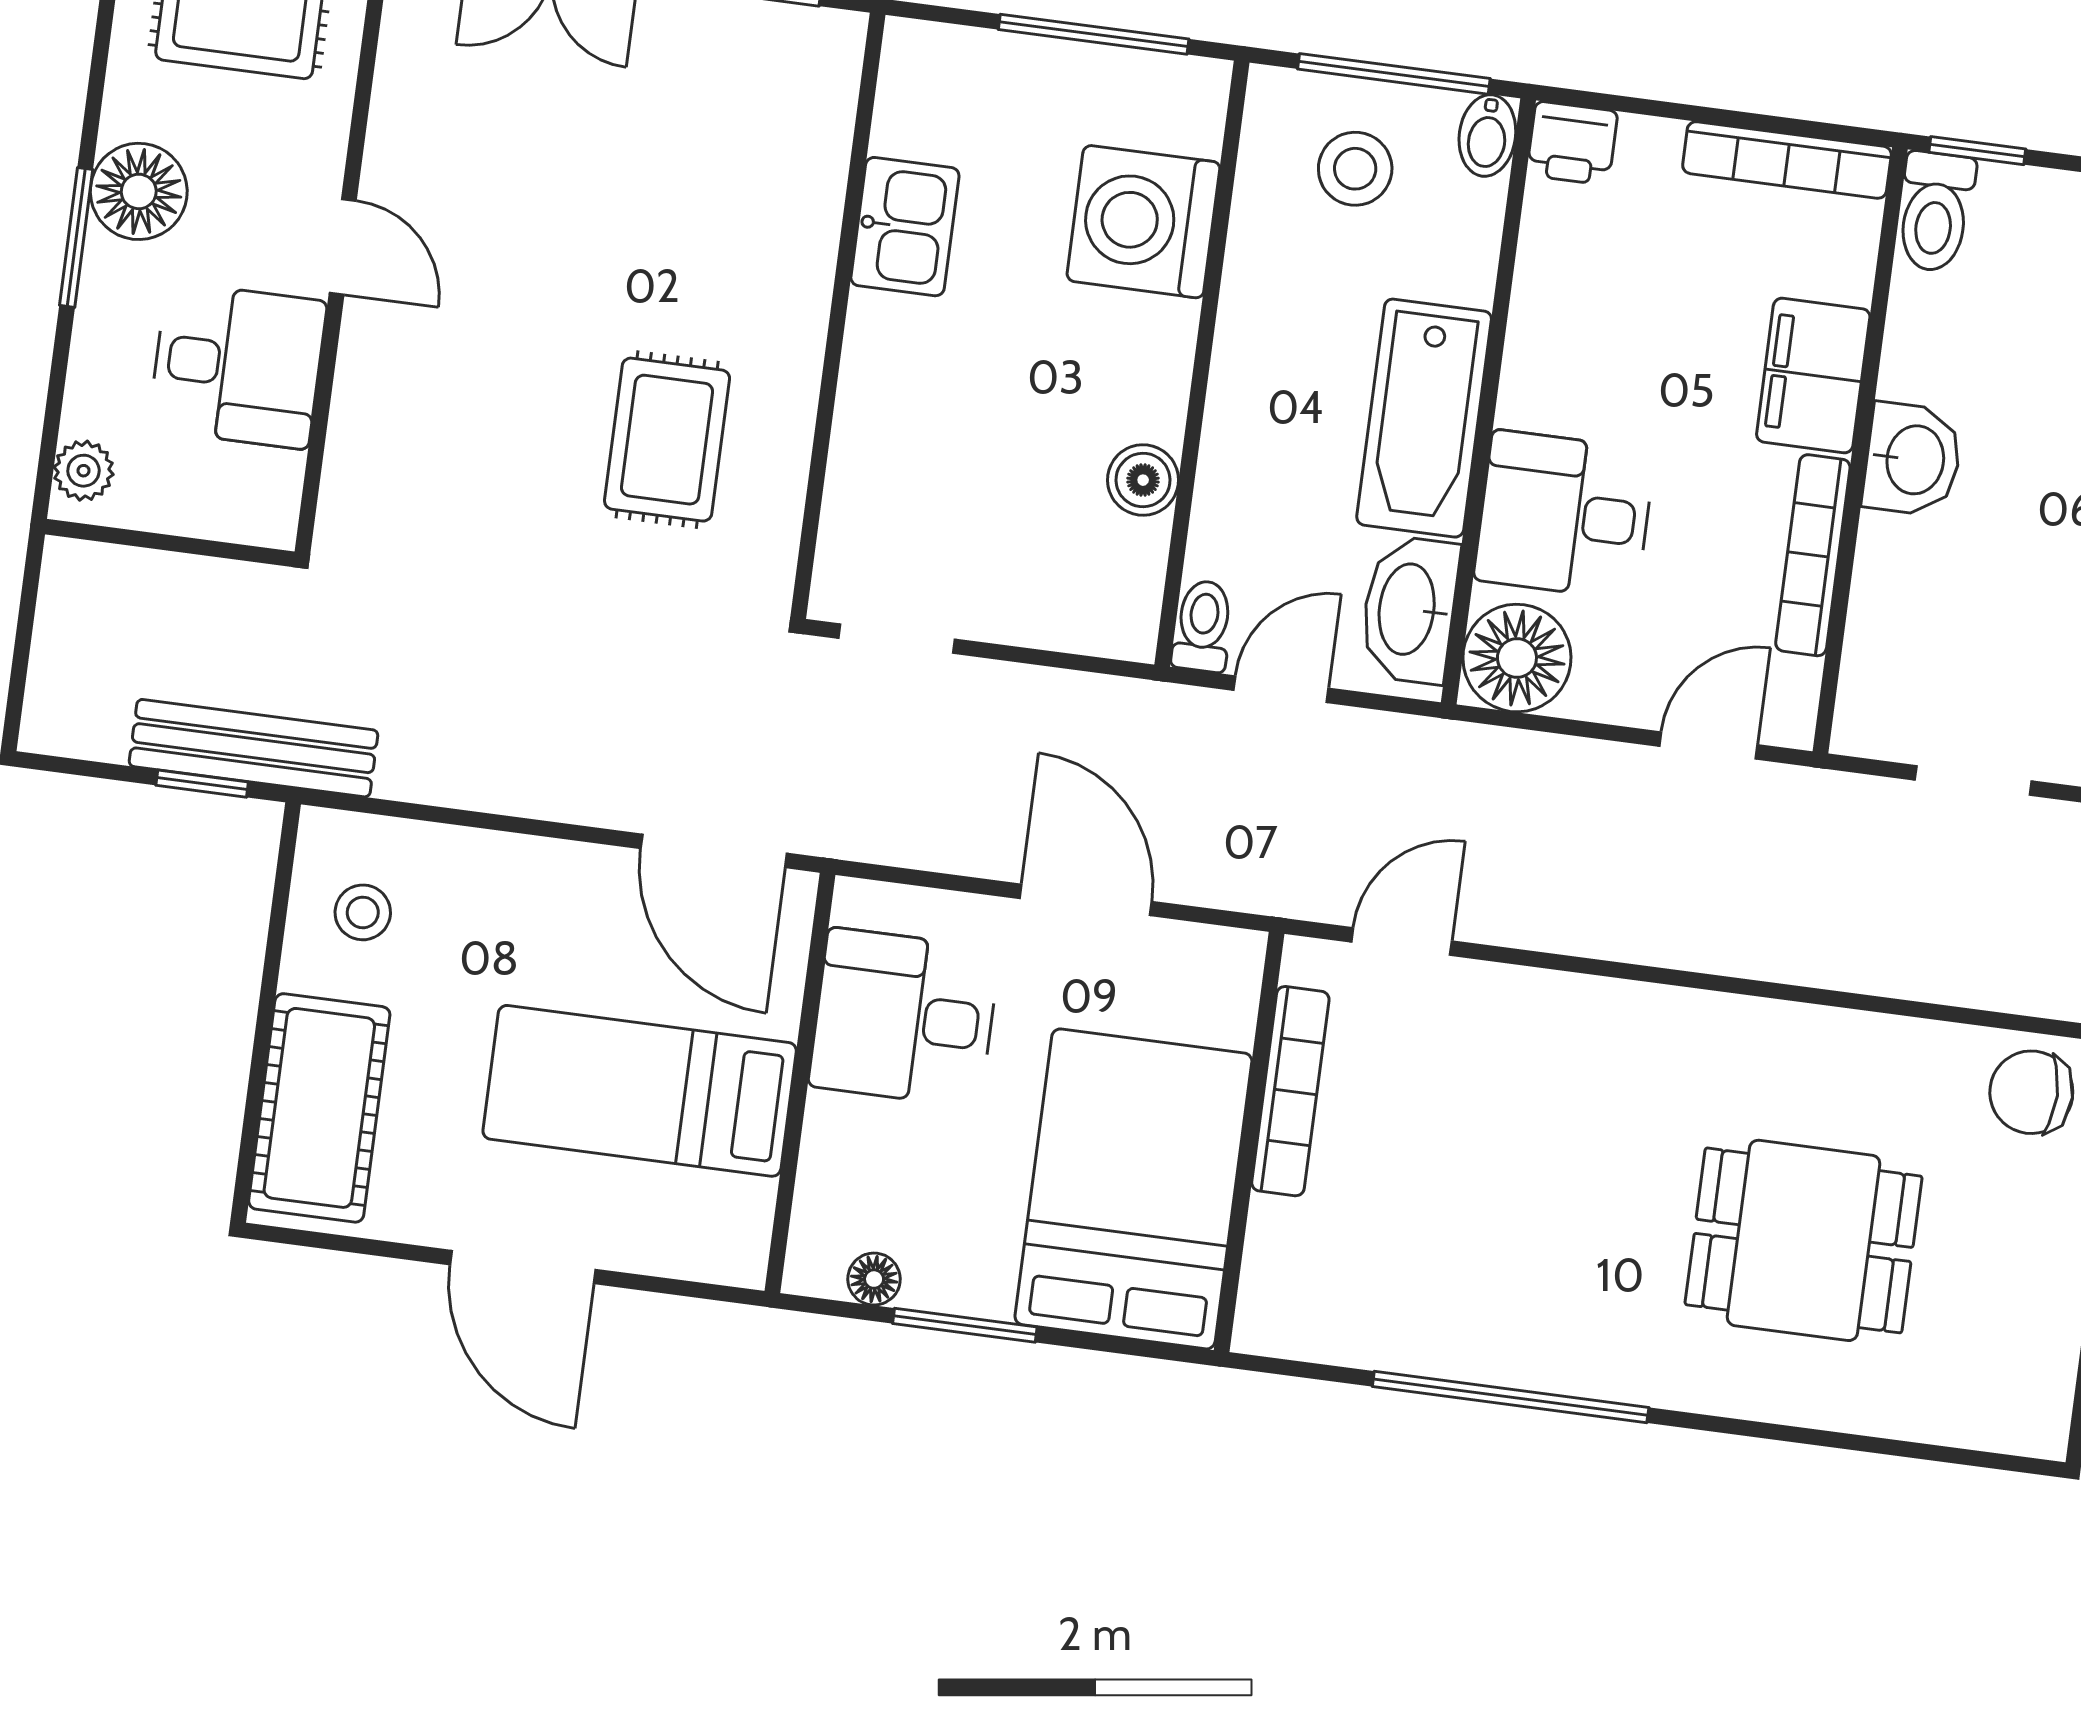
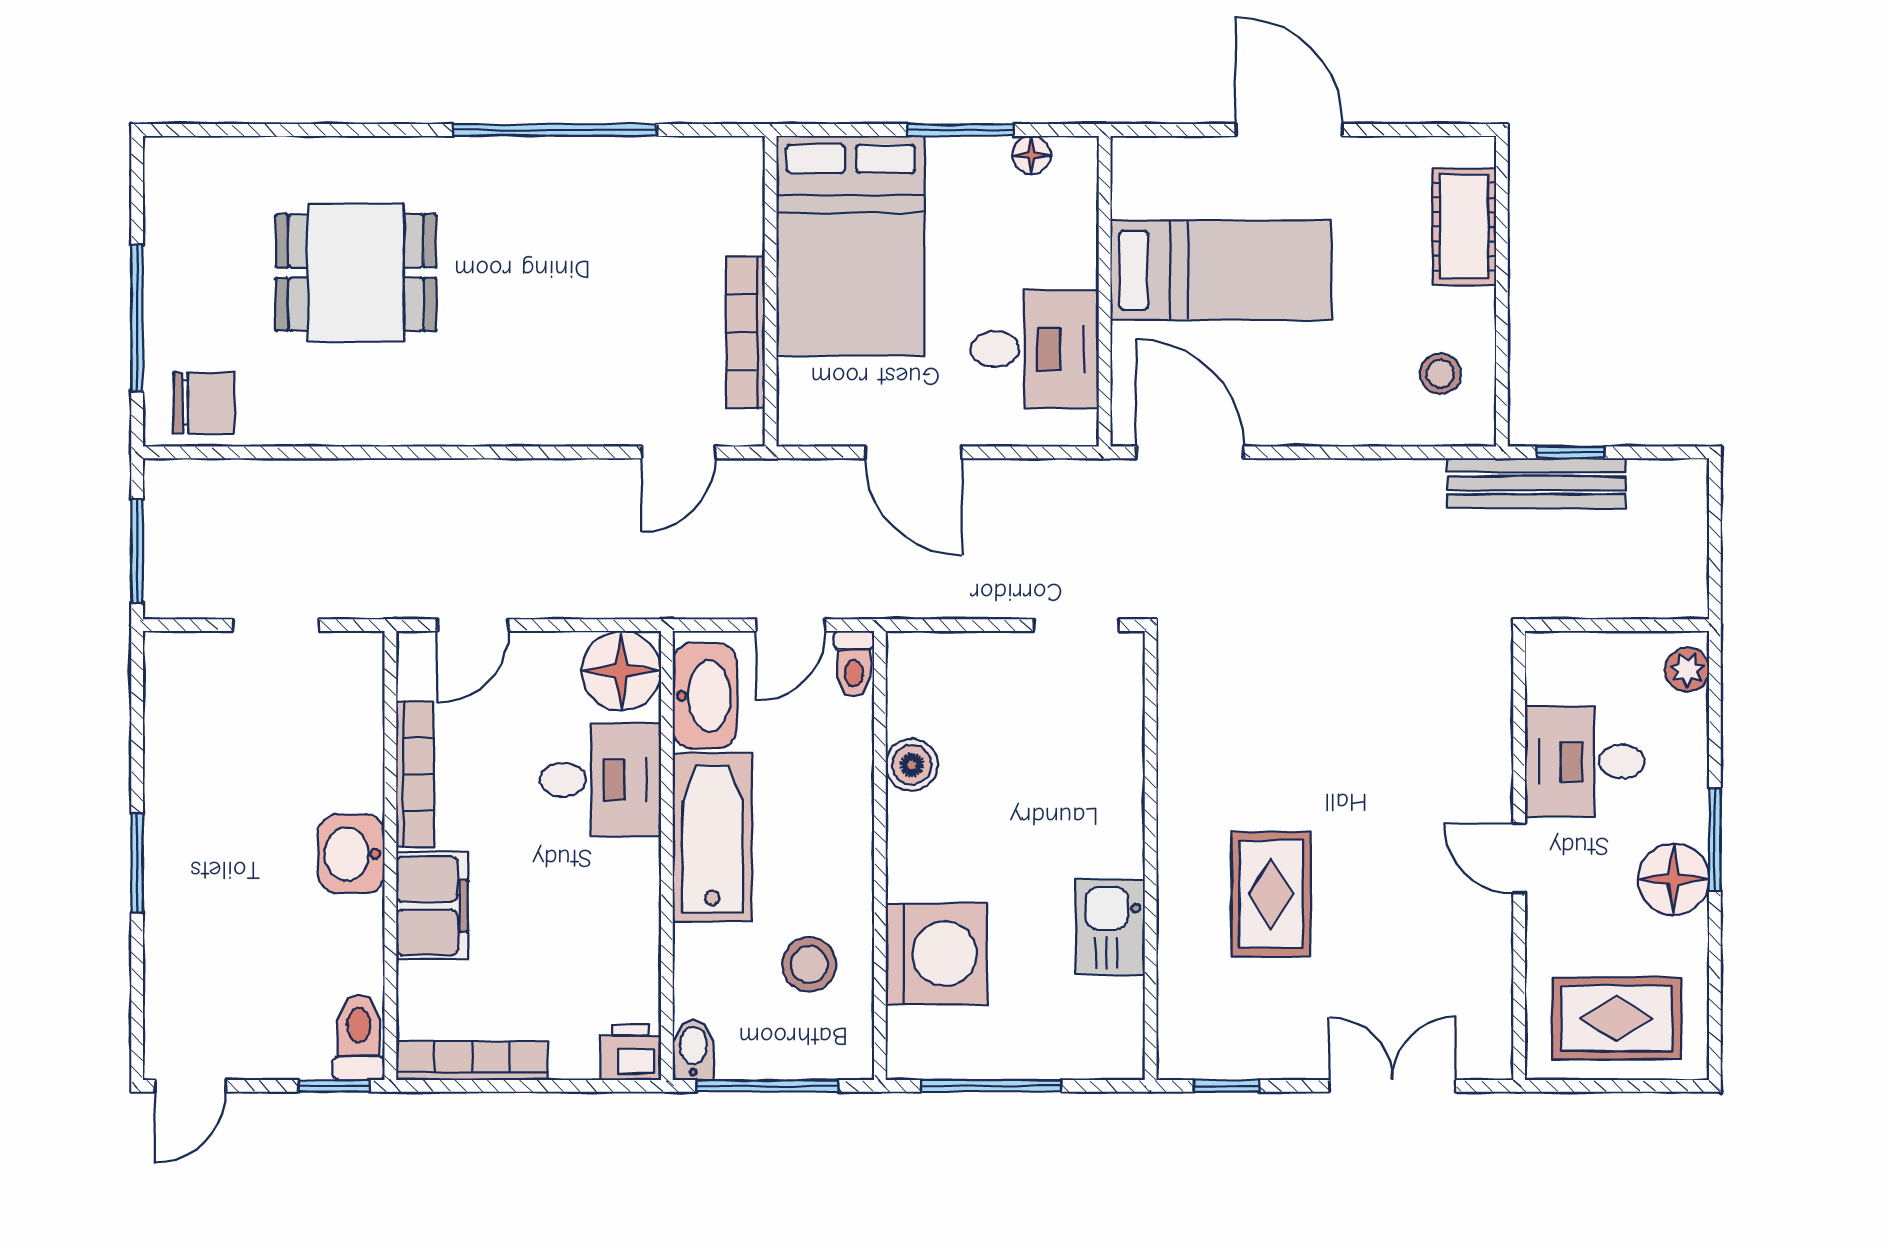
stool: (1355, 169) -> (809, 964), moved
rug: (667, 440) -> (1271, 894), moved
cot: (319, 1108) -> (1464, 227), width x0.73, depth x0.75

